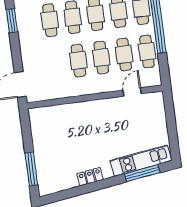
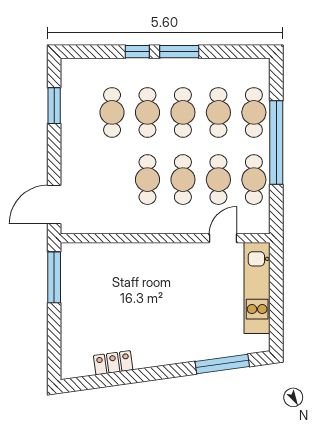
kitchen unit: (141, 161) -> (257, 288), moved, turned -82
window: (31, 169) -> (54, 277), moved
locker: (90, 177) -> (113, 363), moved

